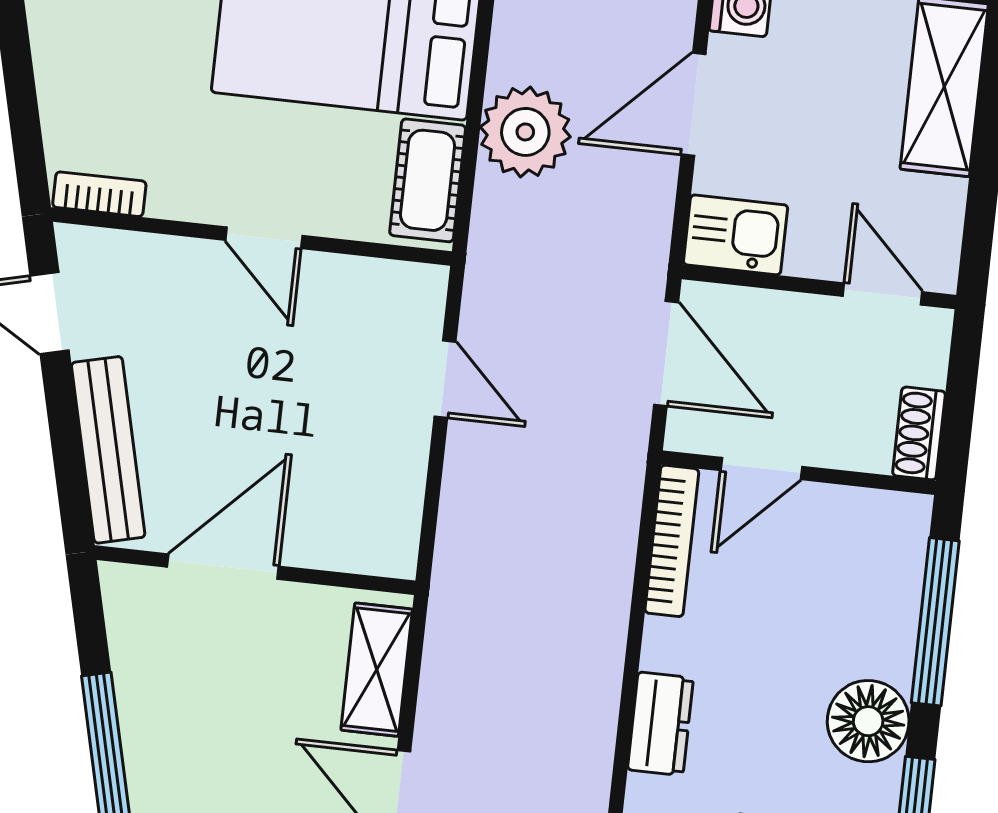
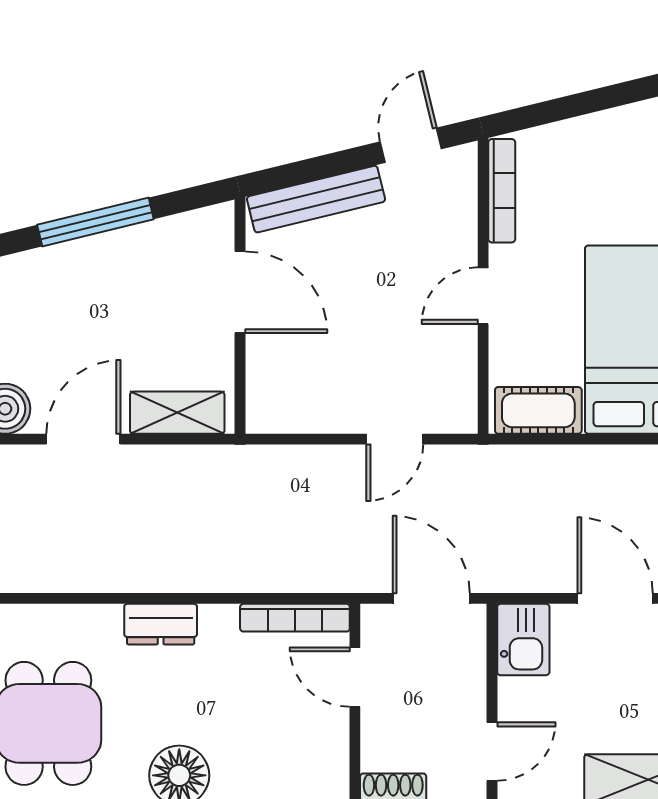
plant: (525, 132) -> (581, 478), removed
bookcase: (99, 194) -> (502, 191), width x1.56
door: (666, 353) -> (431, 598), swing flipped

